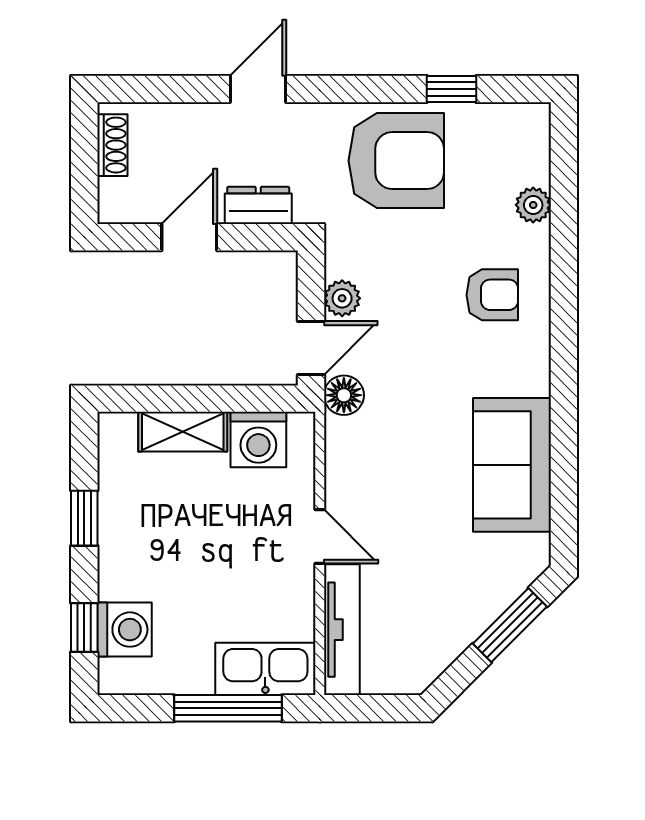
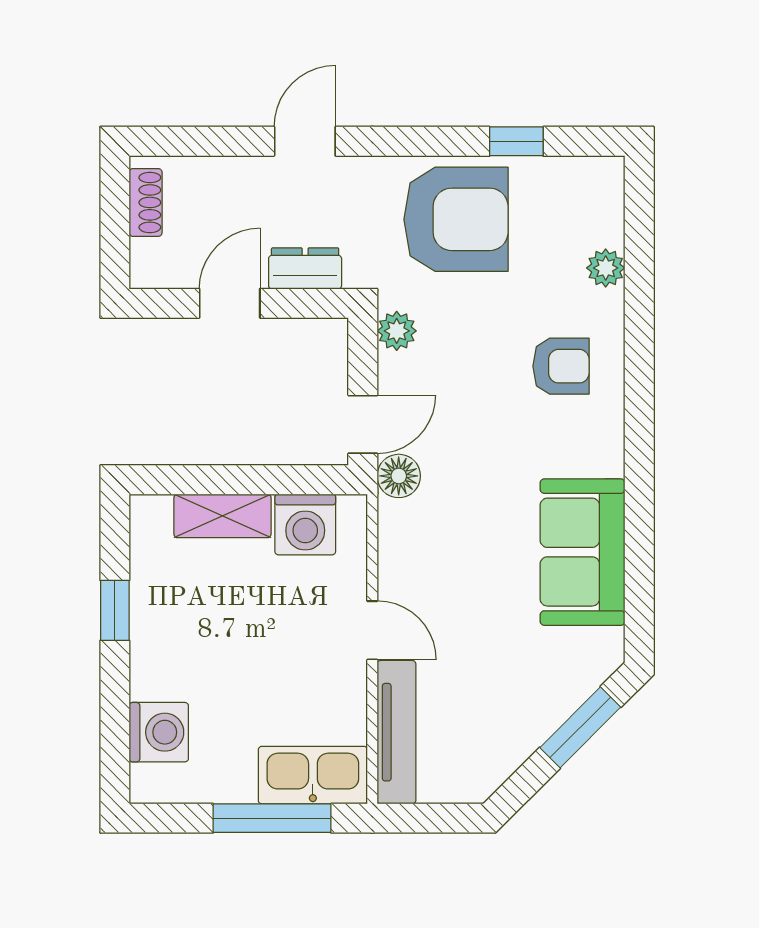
plant: (342, 298) -> (397, 331), moved
window: (84, 627) -> (115, 730), removed

